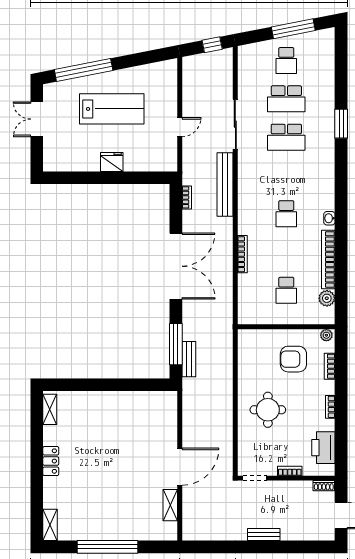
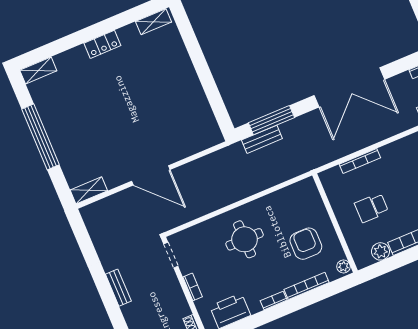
bookcase: (242, 254) -> (360, 161), moved
bookcase: (330, 366) -> (307, 286), width x1.56
shelving: (170, 505) -> (89, 190), moved

